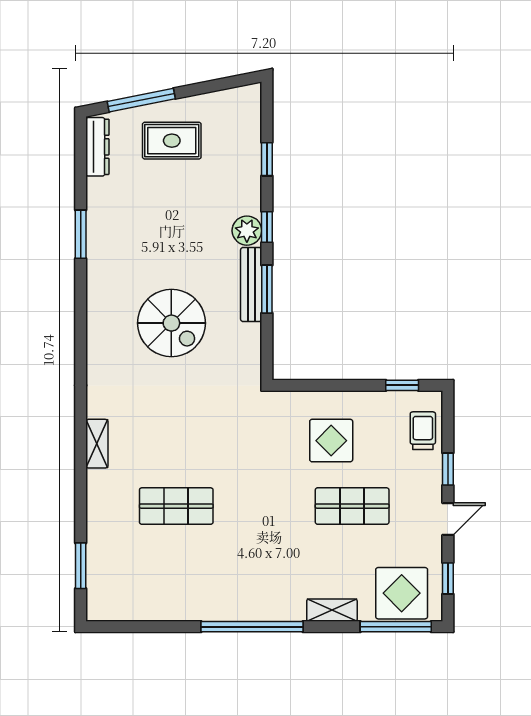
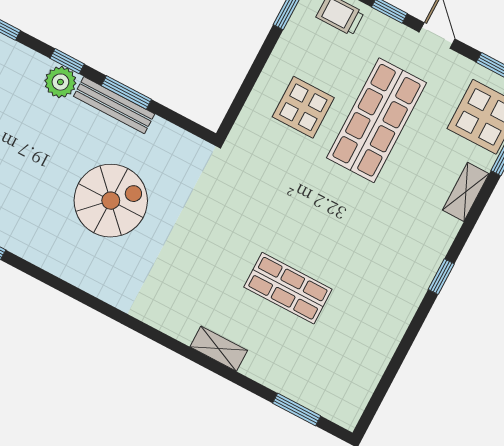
shelving: (97, 444) -> (219, 349), moved
shop shelf: (176, 506) -> (288, 288), turned 90
shop shelf: (352, 506) -> (376, 120), width x1.43, depth x1.36
window: (252, 627) -> (441, 277), width x0.32

